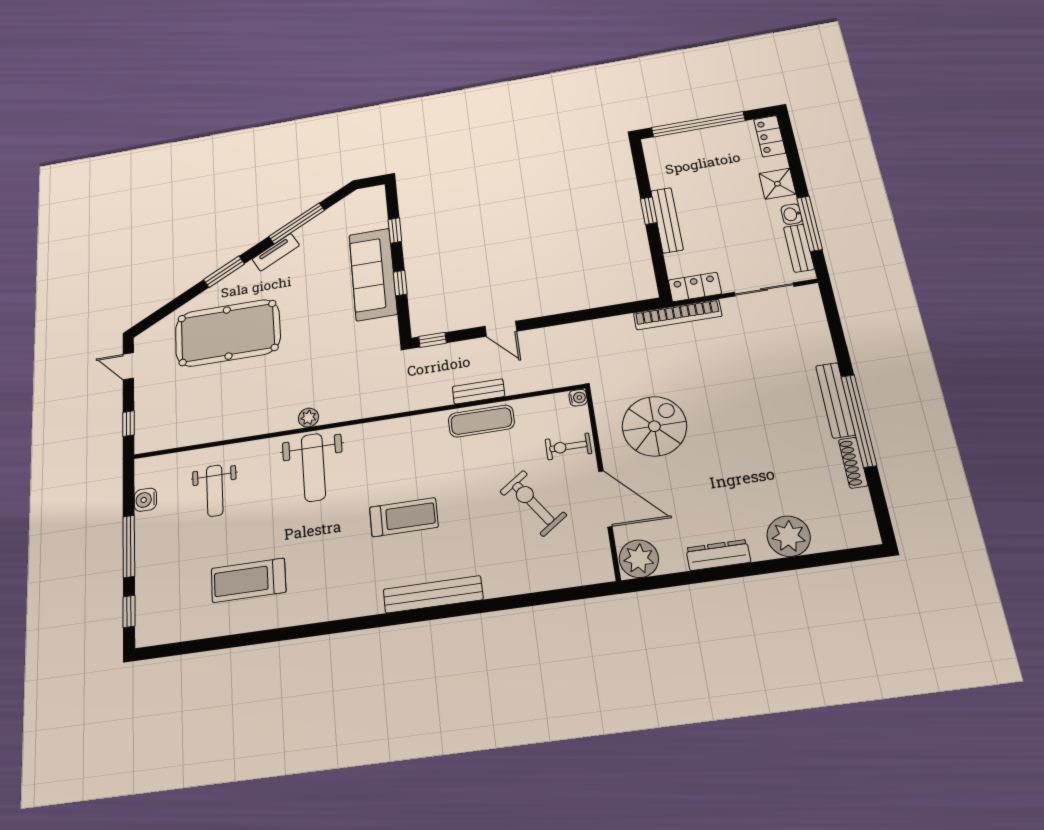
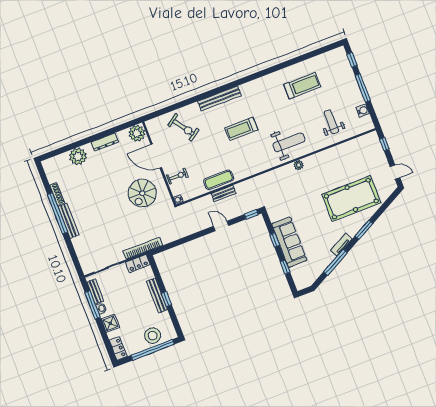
stool: (693, 149) -> (153, 336), added
weight bench: (313, 467) -> (289, 142), turned 90
exercise bike: (533, 503) -> (184, 127), moved

